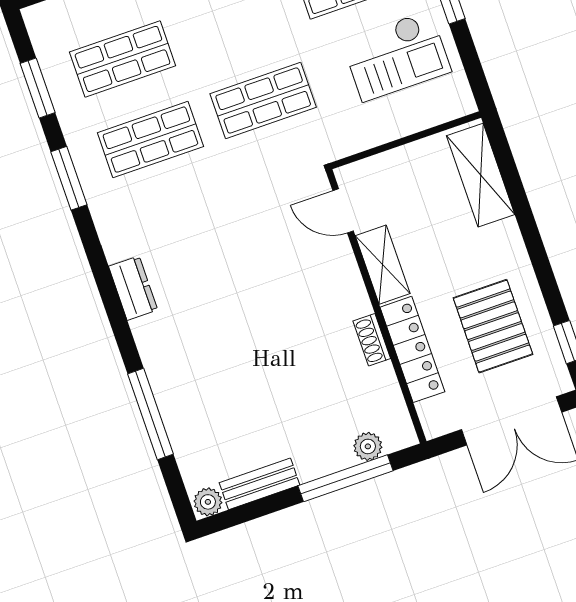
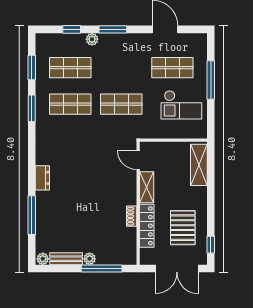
dresser: (133, 288) -> (42, 178), moved
plant: (368, 446) -> (90, 259), moved

